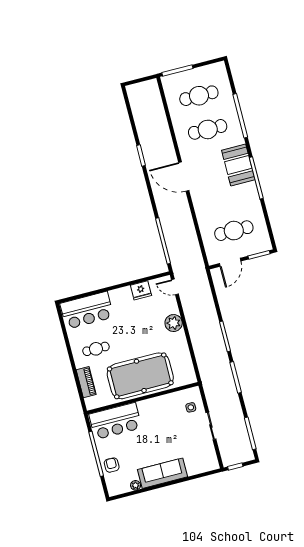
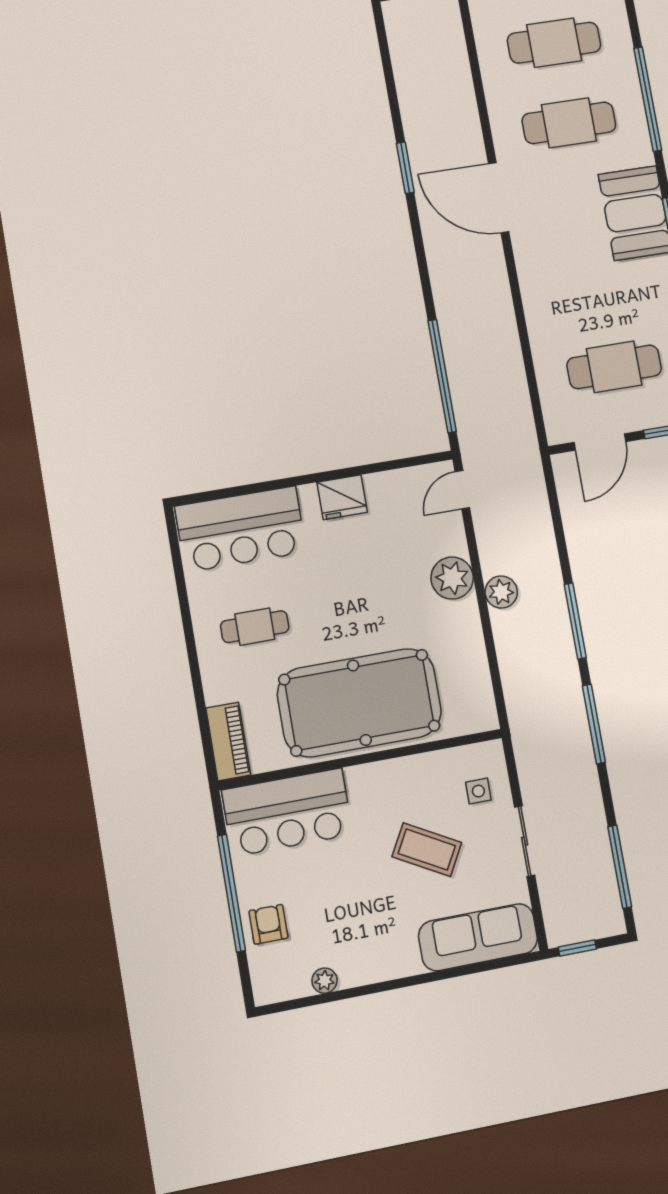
door: (184, 177) -> (499, 198), moved
door: (175, 287) -> (462, 490), hinge flipped
fridge: (141, 290) -> (342, 497), moved
plant: (194, 327) -> (501, 592), added
piano: (86, 382) -> (228, 742), moved
coffee table: (172, 432) -> (427, 850), added
sofa: (162, 473) -> (478, 937), moved

